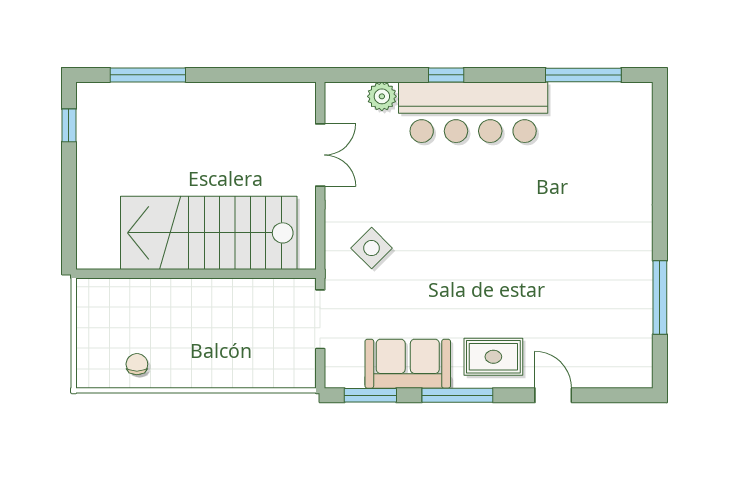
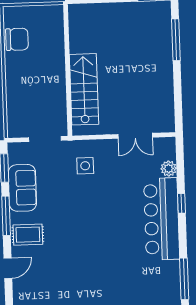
stairs: (209, 233) -> (84, 89), width x0.73, depth x0.66
side table: (372, 248) -> (85, 166), turned 45
rug: (493, 357) -> (28, 235), turned 90
chair: (137, 364) -> (17, 39), width x1.87, depth x1.87

